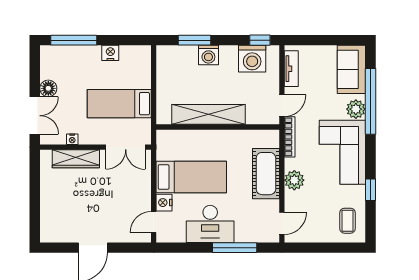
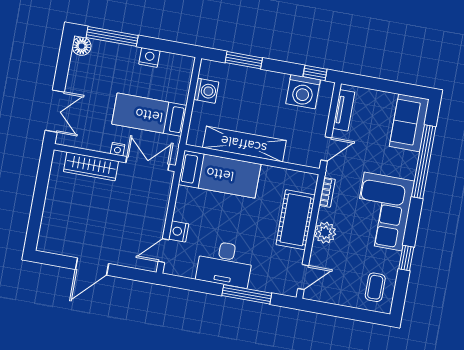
washing machine: (208, 55) -> (206, 91), moved, turned -90
floor lamp: (48, 88) -> (82, 46), moved
plant: (356, 109) -> (406, 167), removed
bookcase: (290, 137) -> (327, 192), width x0.64
nightstand: (72, 139) -> (118, 149), moved
double door: (126, 147) -> (147, 163), swing flipped
bed: (191, 177) -> (220, 174), moved

